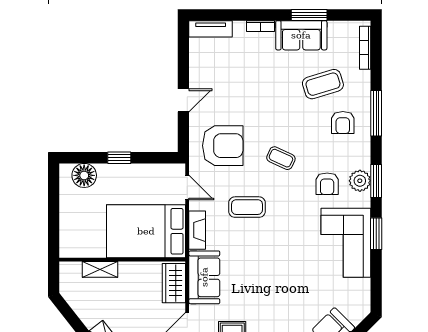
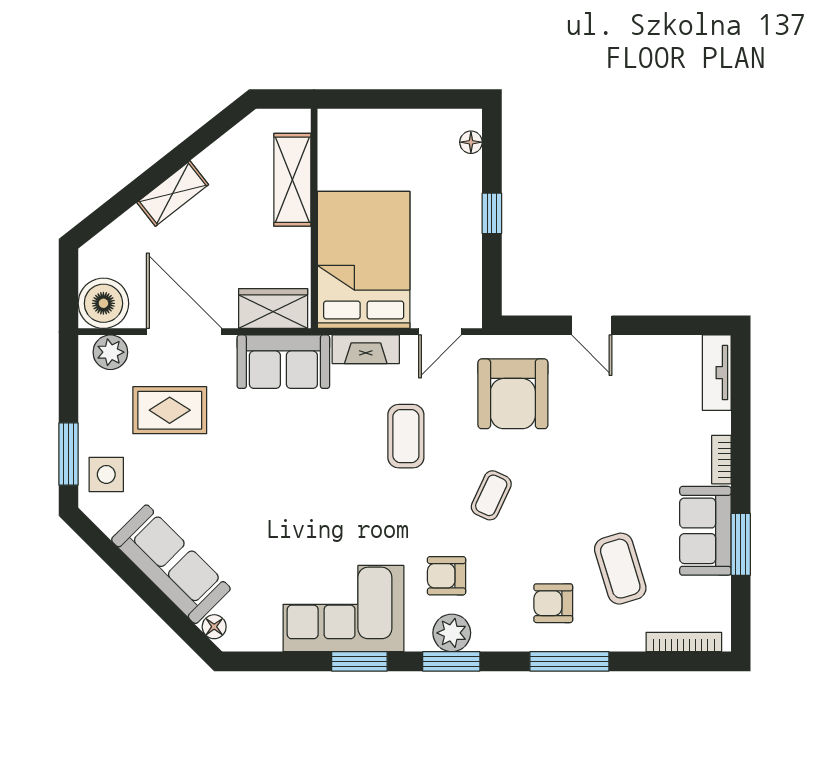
floor lamp: (84, 175) -> (471, 142), width x0.53, depth x0.53
shelving: (100, 269) -> (292, 180), width x1.50, depth x1.33
floor lamp: (356, 317) -> (214, 627), added

